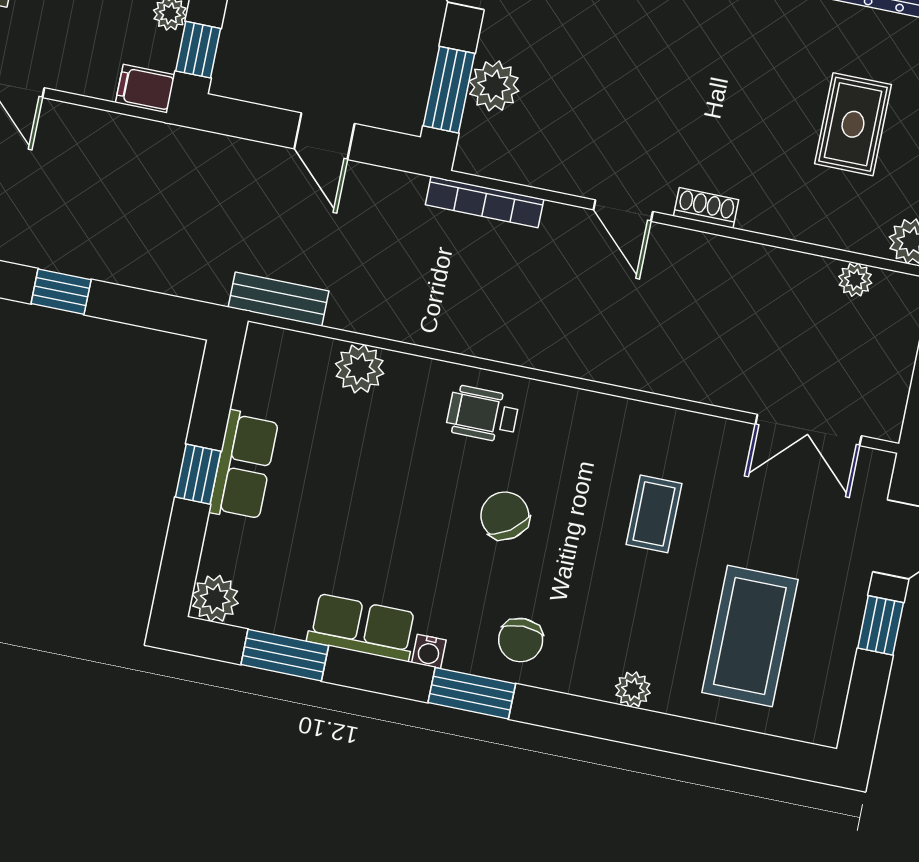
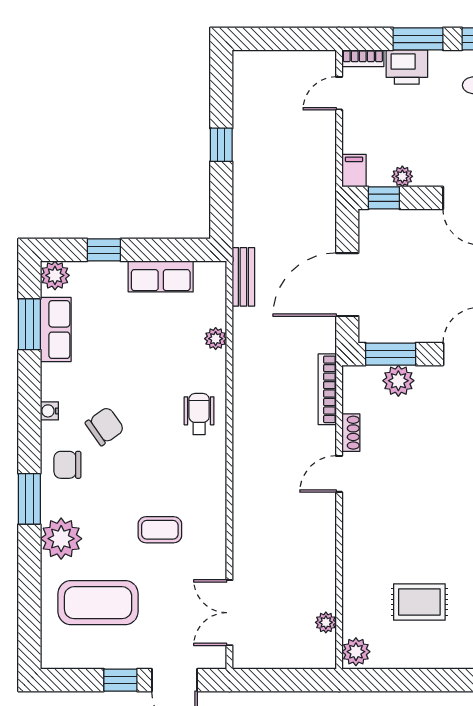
door: (324, 136) -> (347, 285), width x1.88
shoe rack: (706, 208) -> (351, 433), moved
plant: (360, 369) -> (216, 339), width x0.73, depth x0.73
row of seats: (244, 466) -> (161, 276), moved
window: (198, 474) -> (104, 250), moved
chair: (505, 516) -> (105, 426), moved
row of seats: (362, 627) -> (56, 330), moved
plant: (633, 689) -> (61, 539), width x1.88, depth x1.88
window: (472, 693) -> (29, 499), moved

